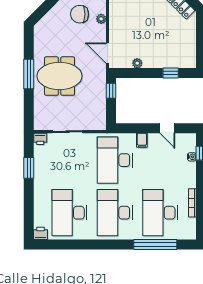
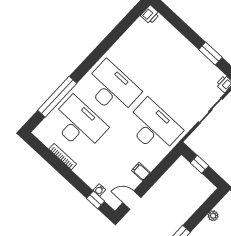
window: (111, 91) -> (199, 164), moved
door: (167, 128) -> (132, 200), moved
filing cabinet: (142, 140) -> (141, 172), moved
desk: (69, 213) -> (145, 53), removed

